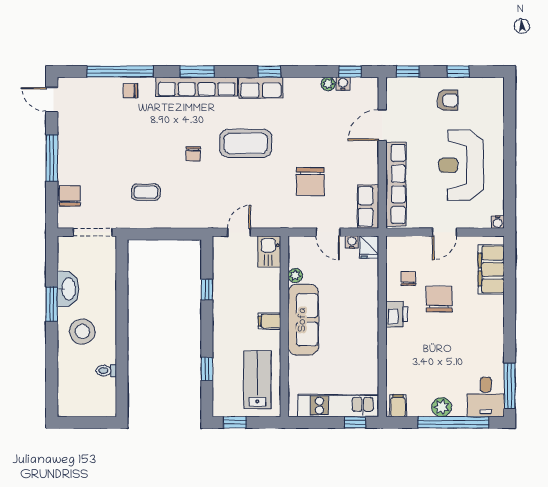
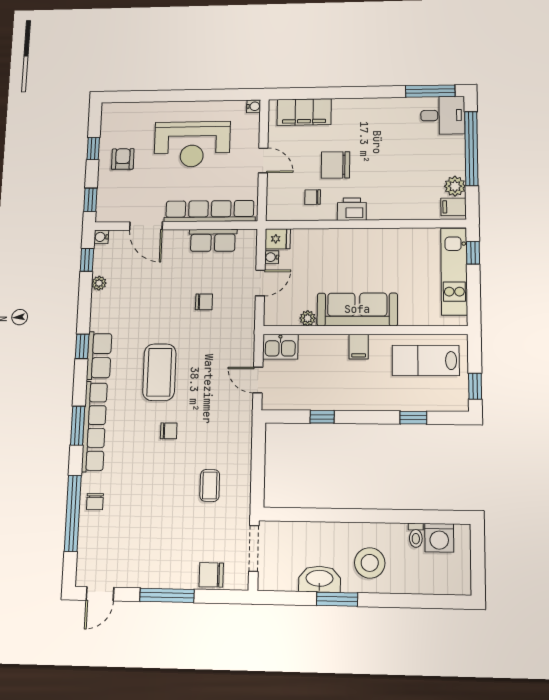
water cooler: (343, 84) -> (101, 237), moved
chair: (310, 181) -> (204, 302), width x0.54, depth x0.54
row of seats: (368, 207) -> (213, 240), moved
washing machine: (104, 390) -> (439, 538), added
plant: (442, 407) -> (455, 186), moved

